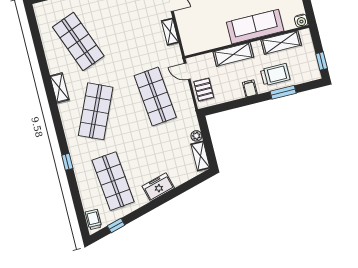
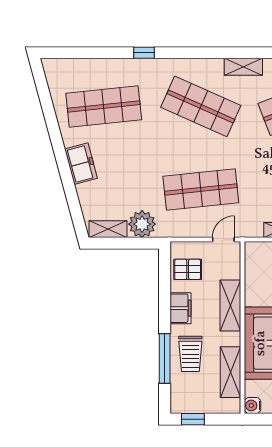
filing cabinet: (250, 88) -> (180, 308), width x2.00
pallet: (204, 90) -> (188, 269), moved
window: (283, 92) -> (165, 358), width x1.44
plant: (196, 136) -> (142, 224), width x1.88, depth x1.88
trolley: (93, 220) -> (60, 68), removed
window: (116, 225) -> (45, 96), removed

